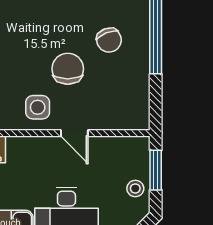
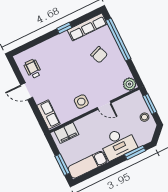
chair: (68, 69) -> (87, 77), removed
plant: (137, 118) -> (130, 84), added

